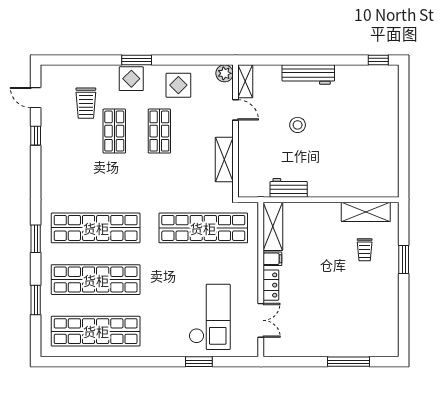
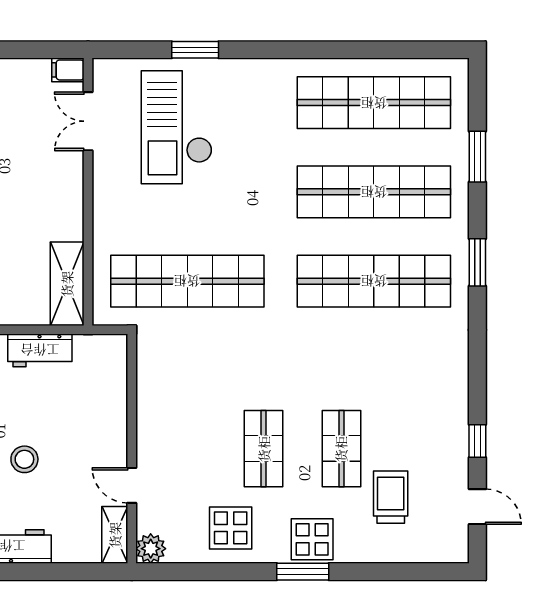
shelving: (224, 160) -> (151, 399), removed
filing cabinet: (272, 259) -> (68, 70), moved
locker: (271, 285) -> (71, 182), removed

